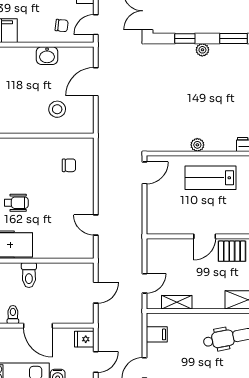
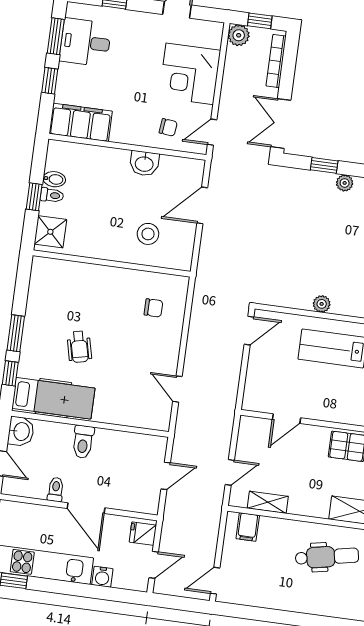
wheelchair: (16, 203) -> (79, 347), turned 77
door: (205, 236) -> (287, 419), moved
filing cabinet: (157, 334) -> (248, 527), moved, turned 90

